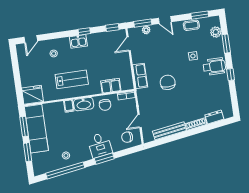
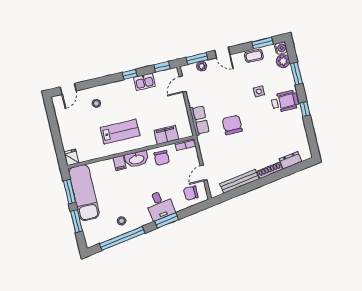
water cooler: (215, 21) -> (281, 48), added
kitchen sink: (78, 41) -> (144, 82), moved
fridge: (33, 95) -> (71, 157), width x0.53, depth x0.75

